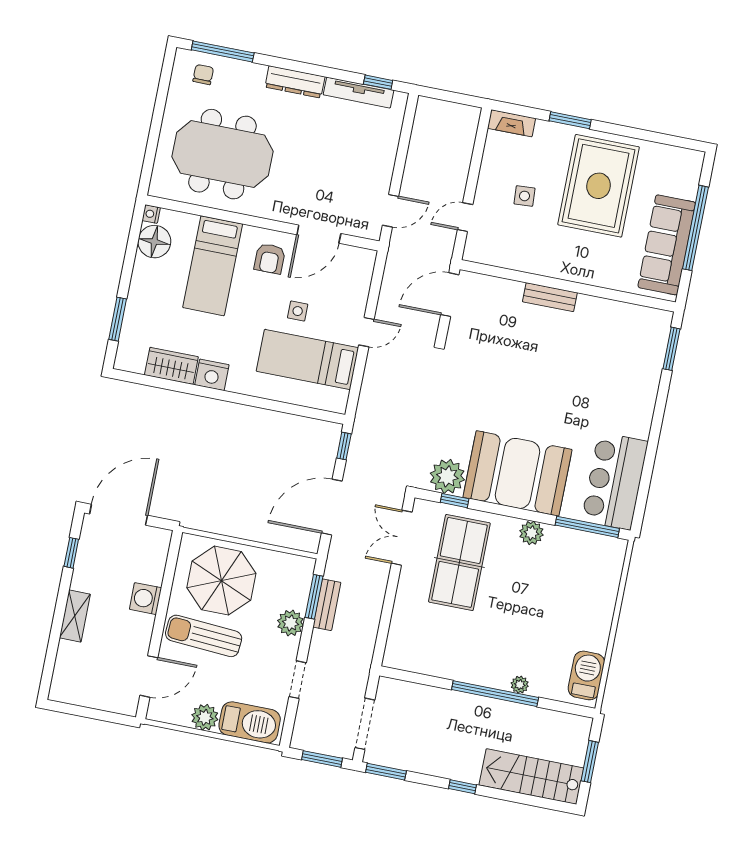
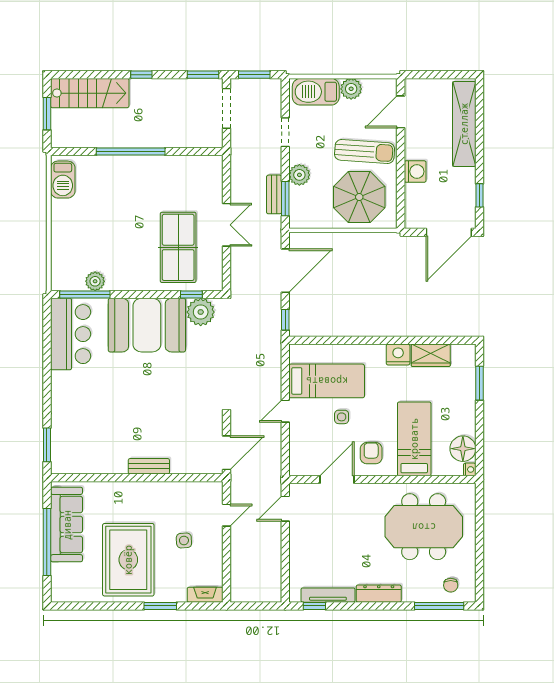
plant: (531, 533) -> (95, 281), moved
double door: (402, 538) -> (227, 225), moved
shelving: (75, 616) -> (464, 124), width x2.20, depth x1.33
plant: (520, 685) -> (113, 162), removed

